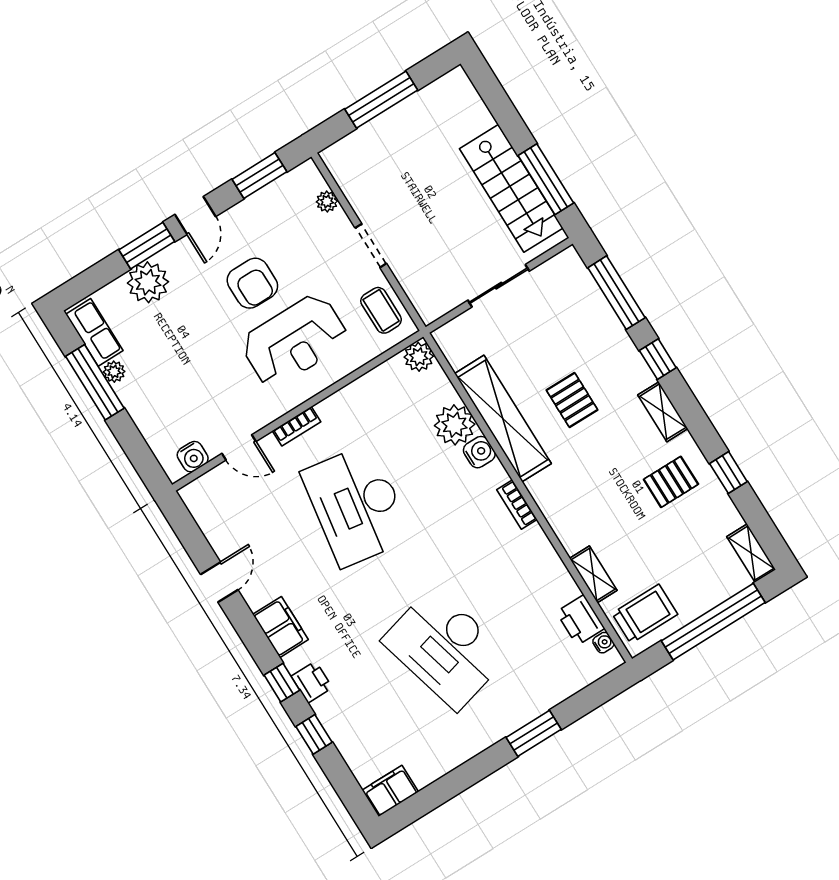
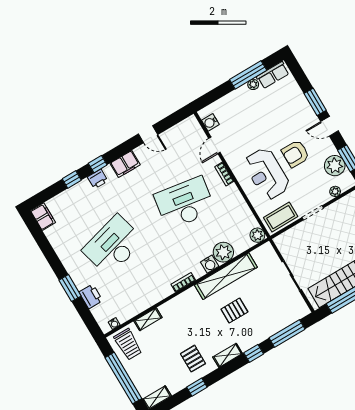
plant: (148, 282) -> (335, 166), moved
coffee table: (381, 310) -> (281, 217), width x1.36, depth x1.30
printer: (580, 620) -> (91, 296), moved, turned 90

